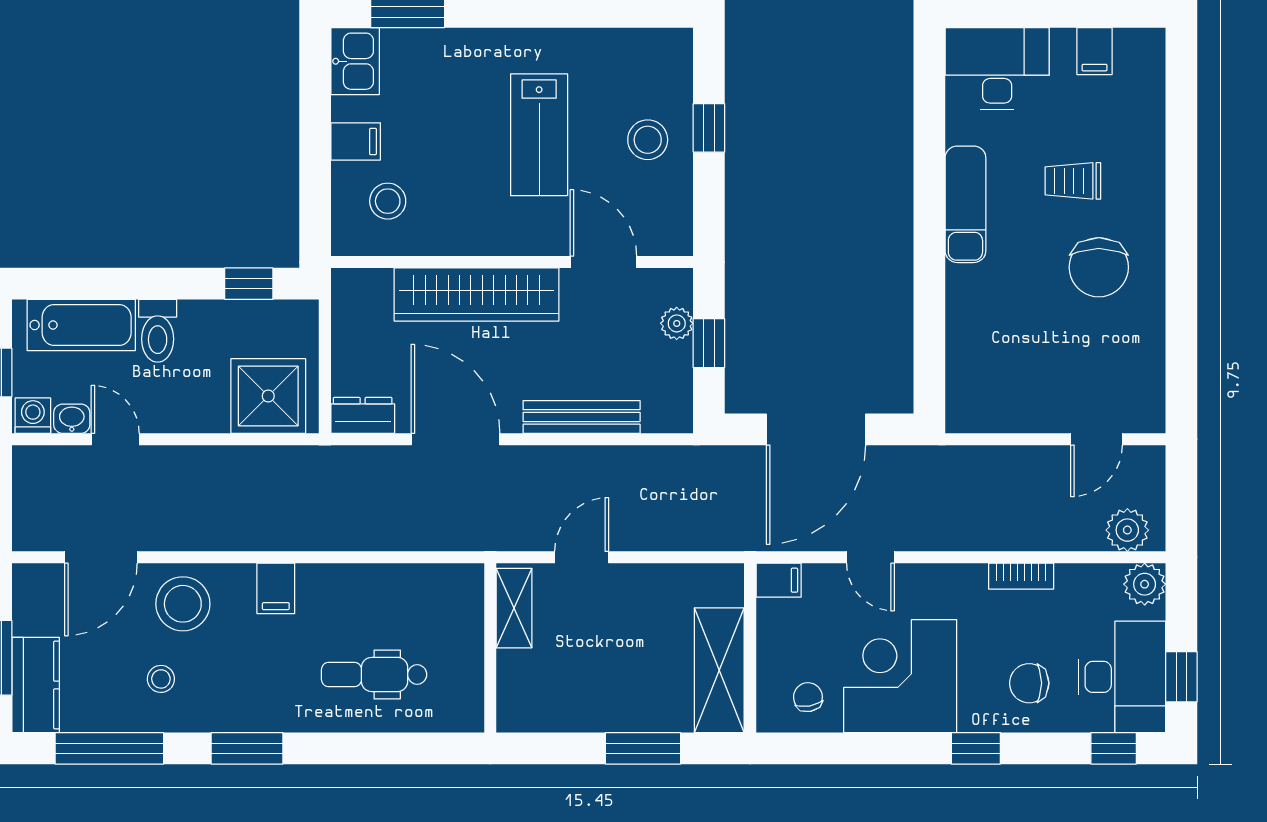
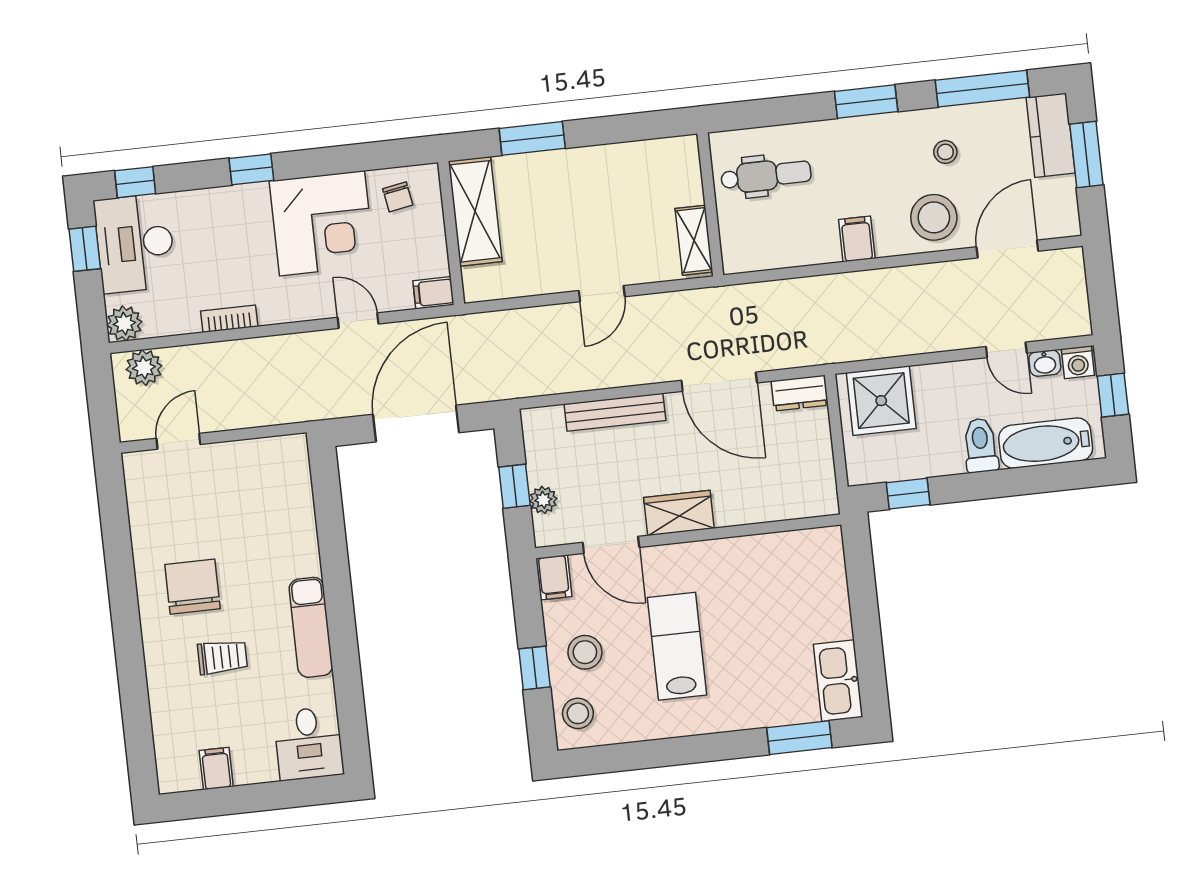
kitchen sink: (355, 61) -> (838, 681), width x1.38
desk: (997, 69) -> (309, 743), width x0.73
filing cabinet: (356, 141) -> (554, 577), moved, turned -90
stool: (388, 201) -> (578, 713), moved
wardrobe: (477, 295) -> (679, 513), width x0.48, depth x0.85
shelving: (514, 608) -> (694, 240), moved
wall: (490, 648) -> (710, 204), moved
chair: (1029, 683) -> (212, 229), removed

